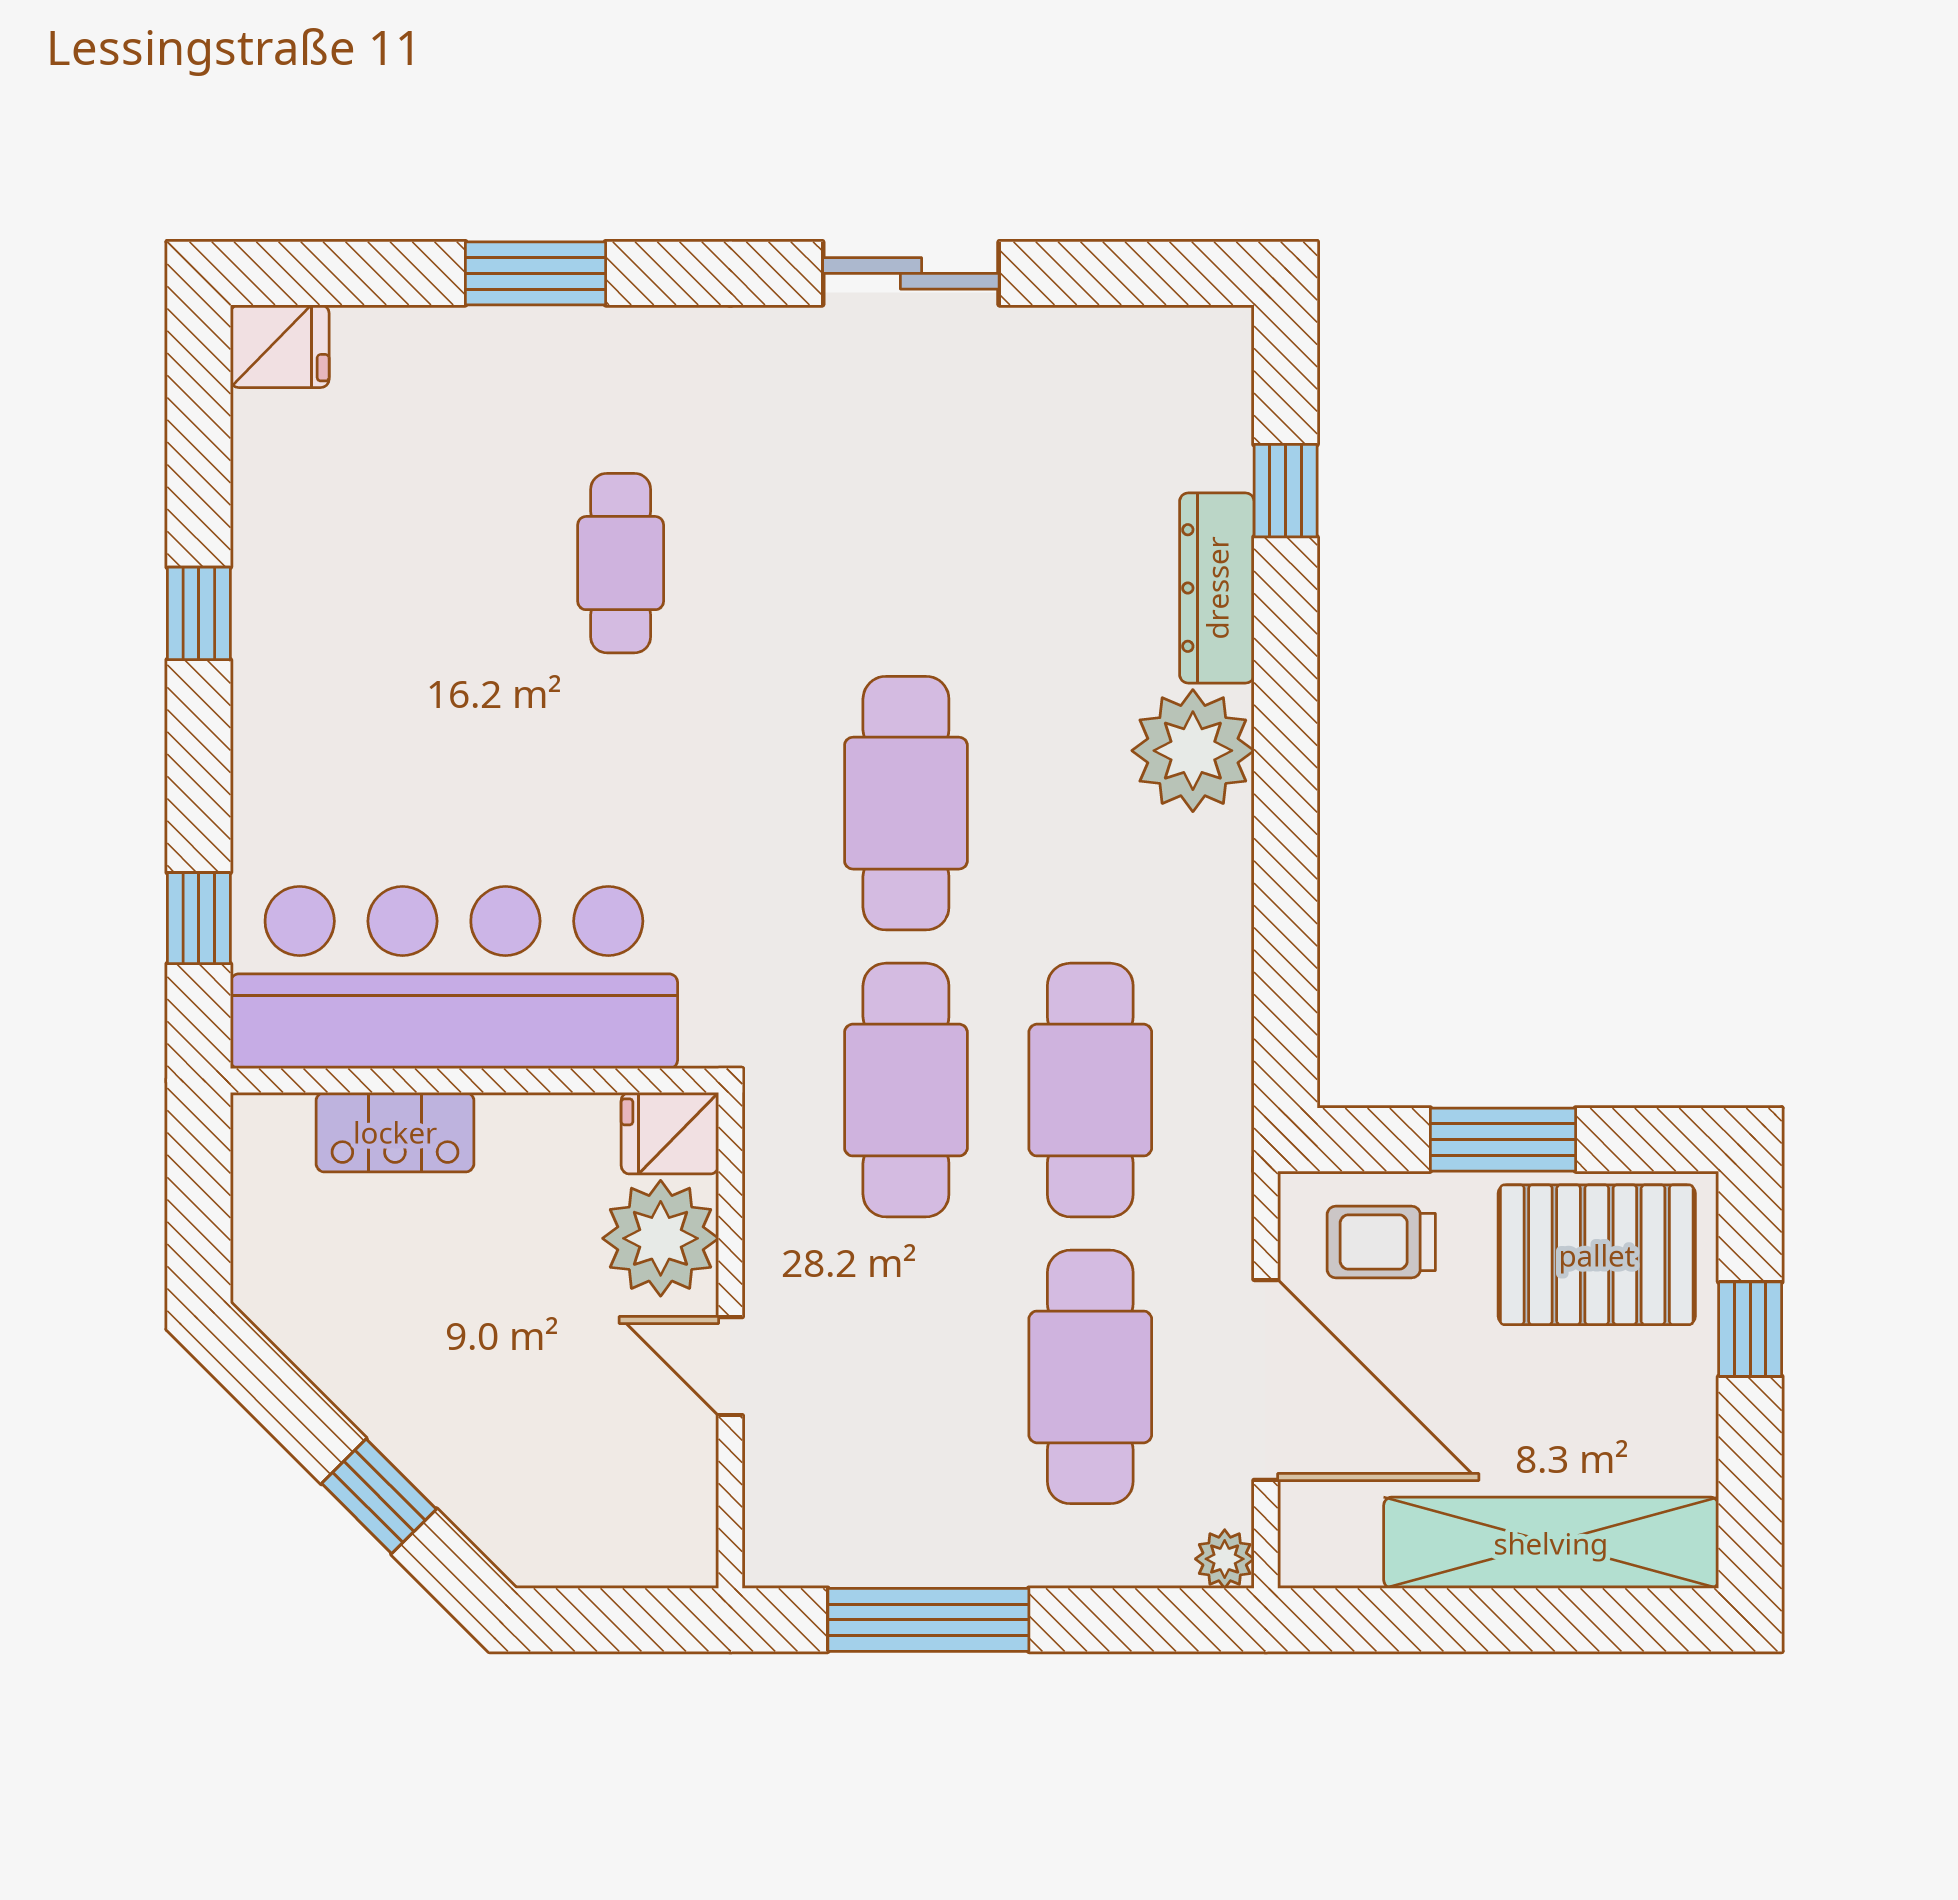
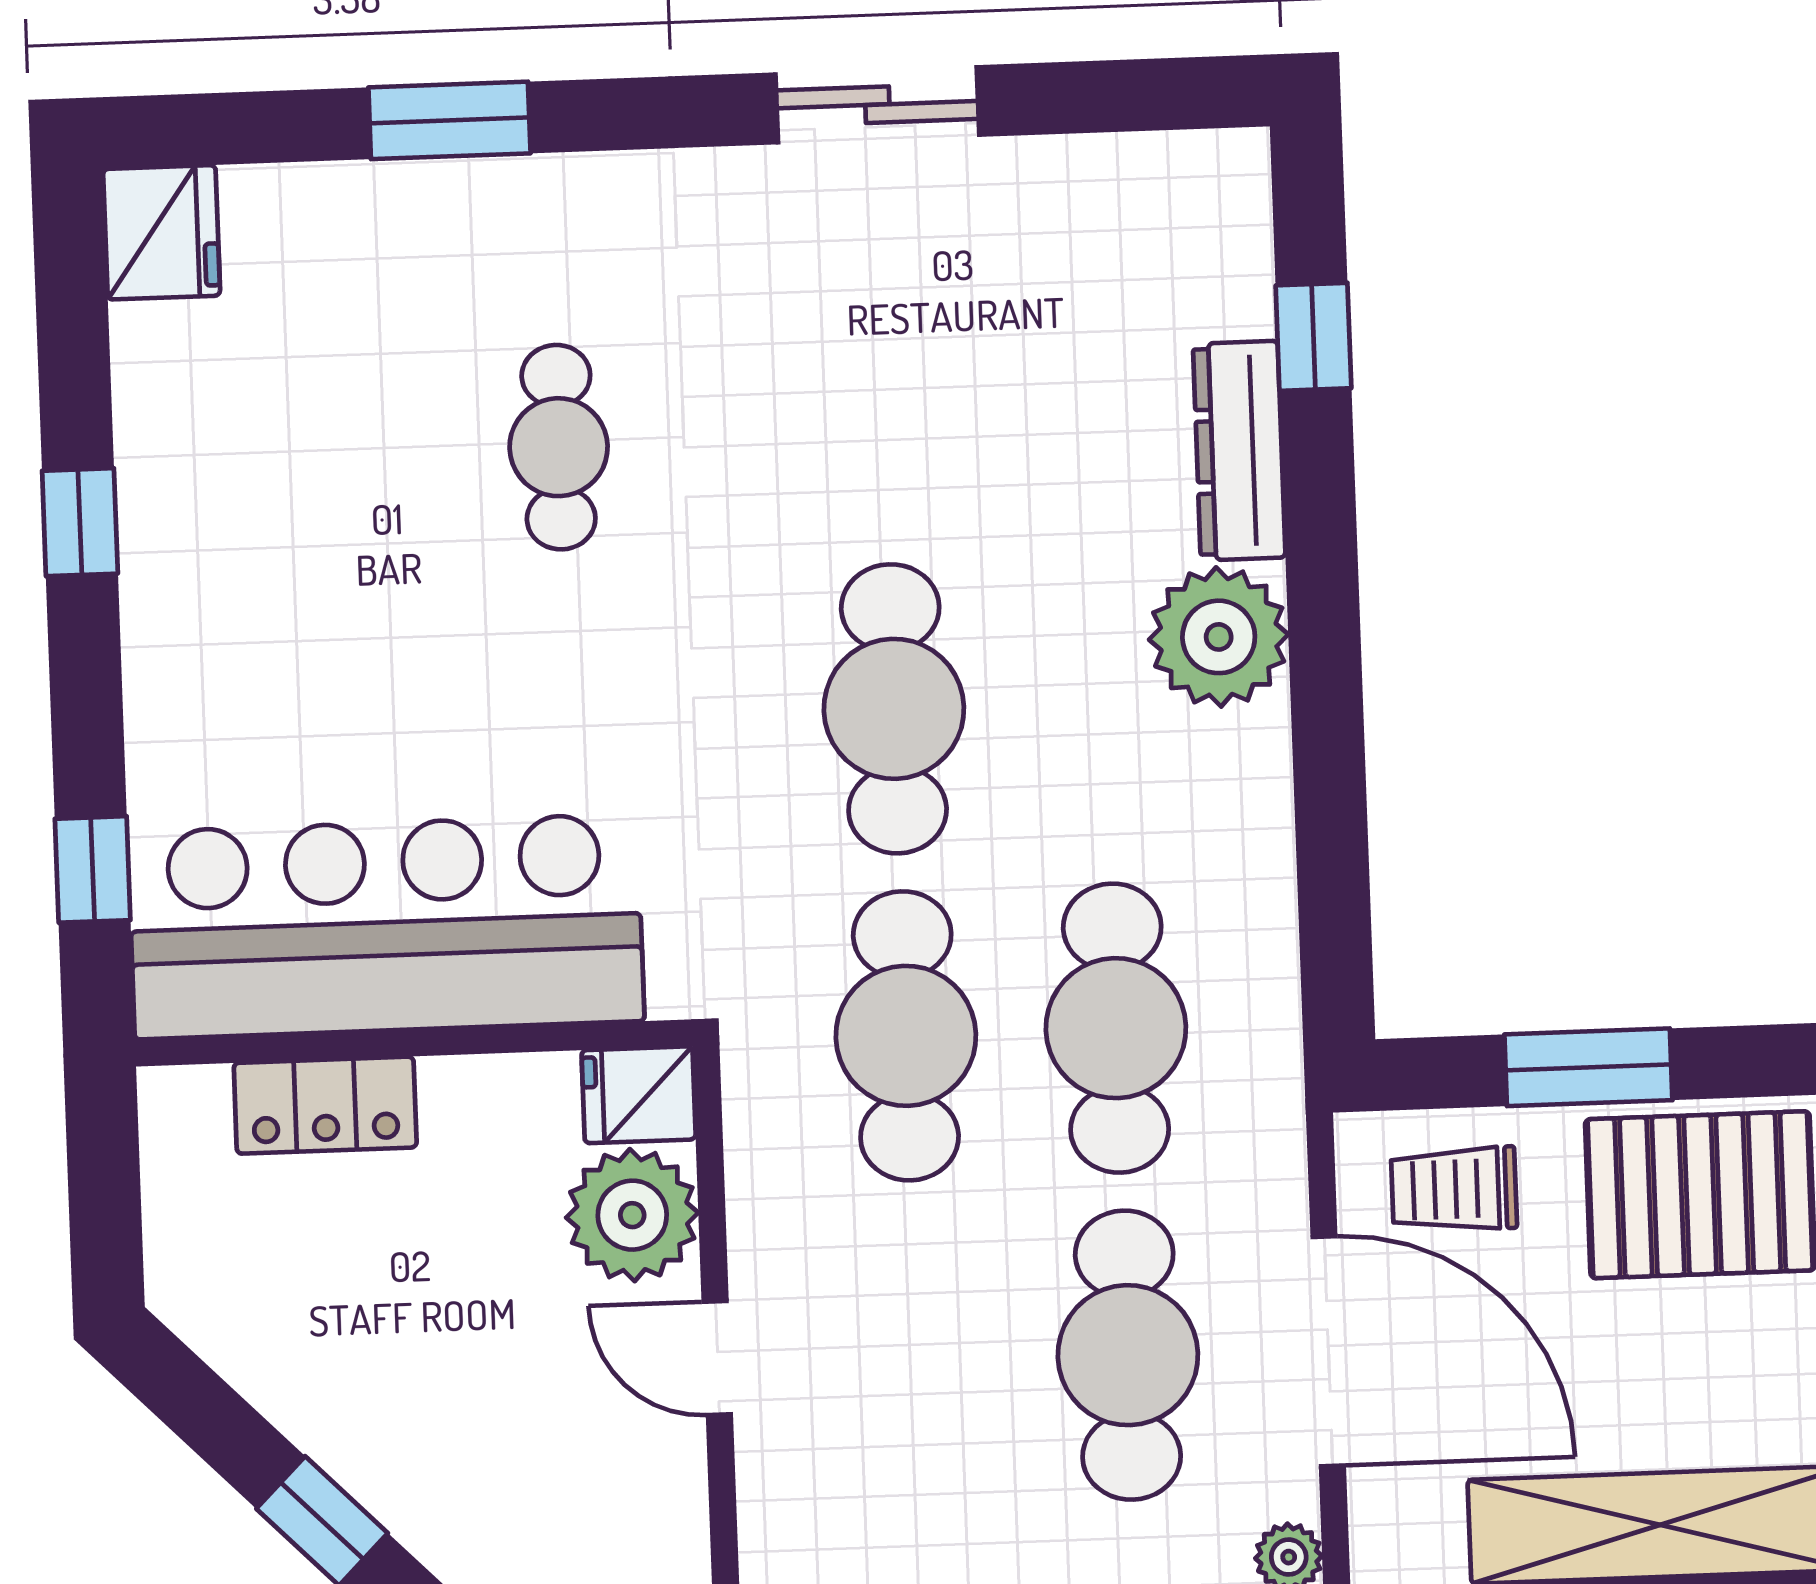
fridge: (280, 346) -> (162, 232), width x1.38

